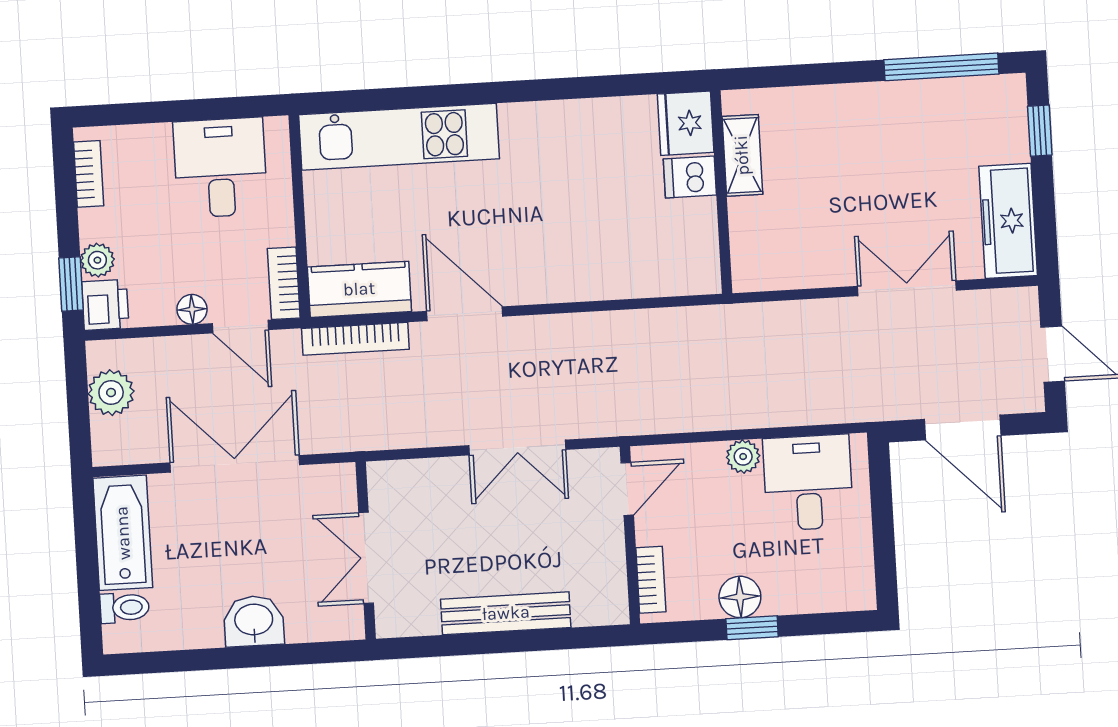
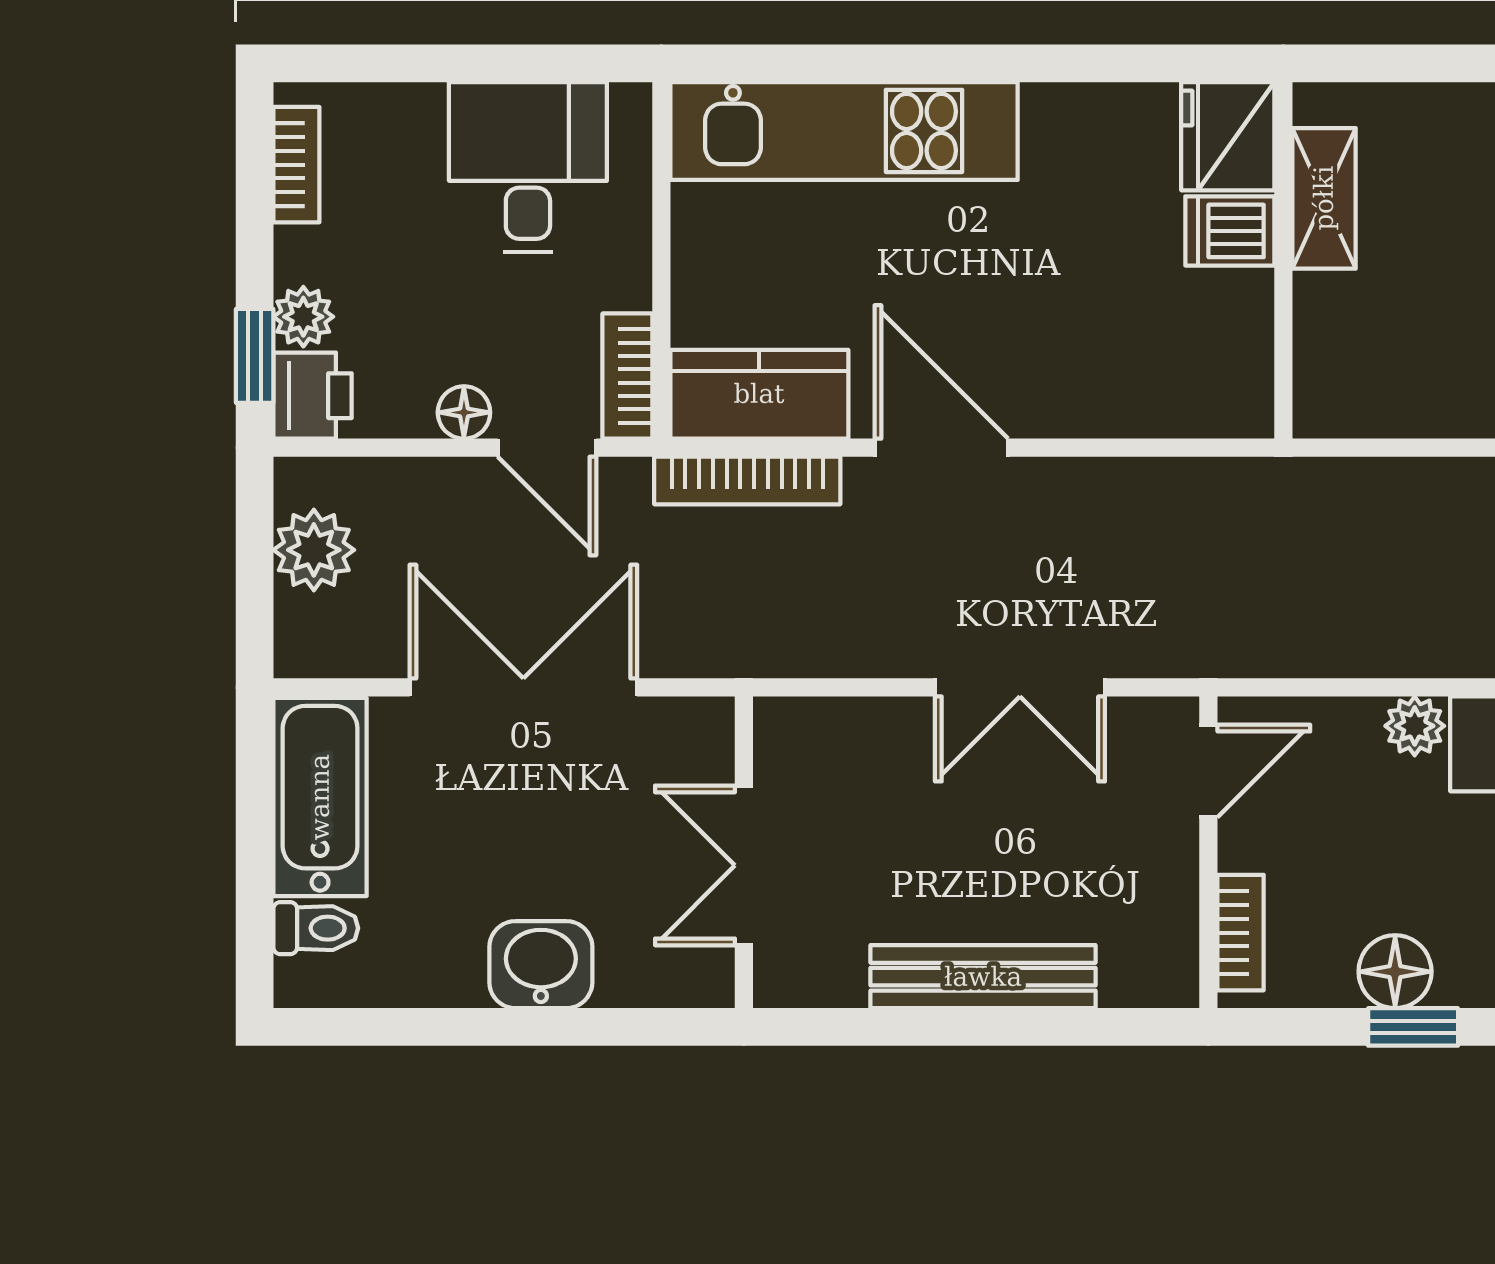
fridge: (686, 123) -> (1228, 136), moved
shelving: (742, 155) -> (1324, 198), moved
dishwasher: (690, 177) -> (1230, 231), moved
wall: (721, 192) -> (1283, 260), moved

